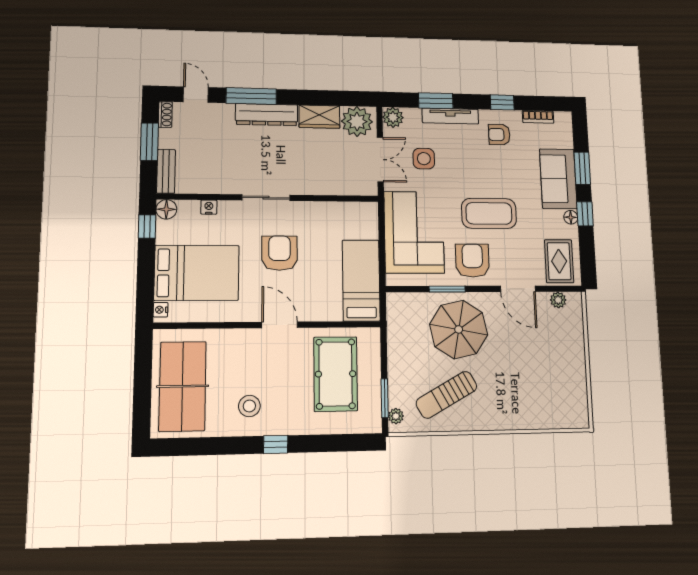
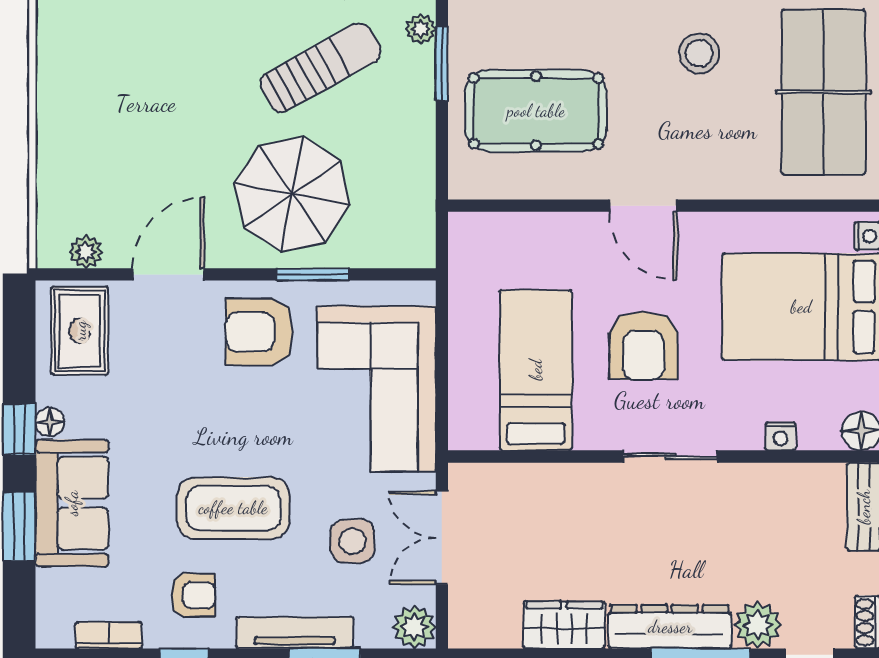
plant: (357, 121) -> (758, 625), moved, width x0.73, depth x0.73
coffee table: (489, 213) -> (233, 508), moved
armchair: (472, 260) -> (259, 332), turned 90
bed: (361, 280) -> (536, 370), moved, turned 180
door: (518, 289) -> (168, 274), hinge flipped
pool table: (336, 374) -> (536, 111), turned 90

